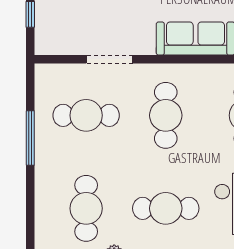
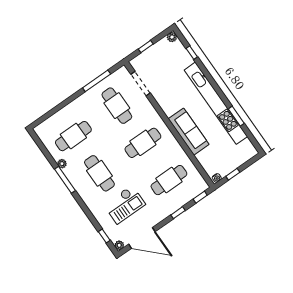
doorway: (109, 59) -> (141, 84), moved
window: (30, 138) -> (97, 81), moved

